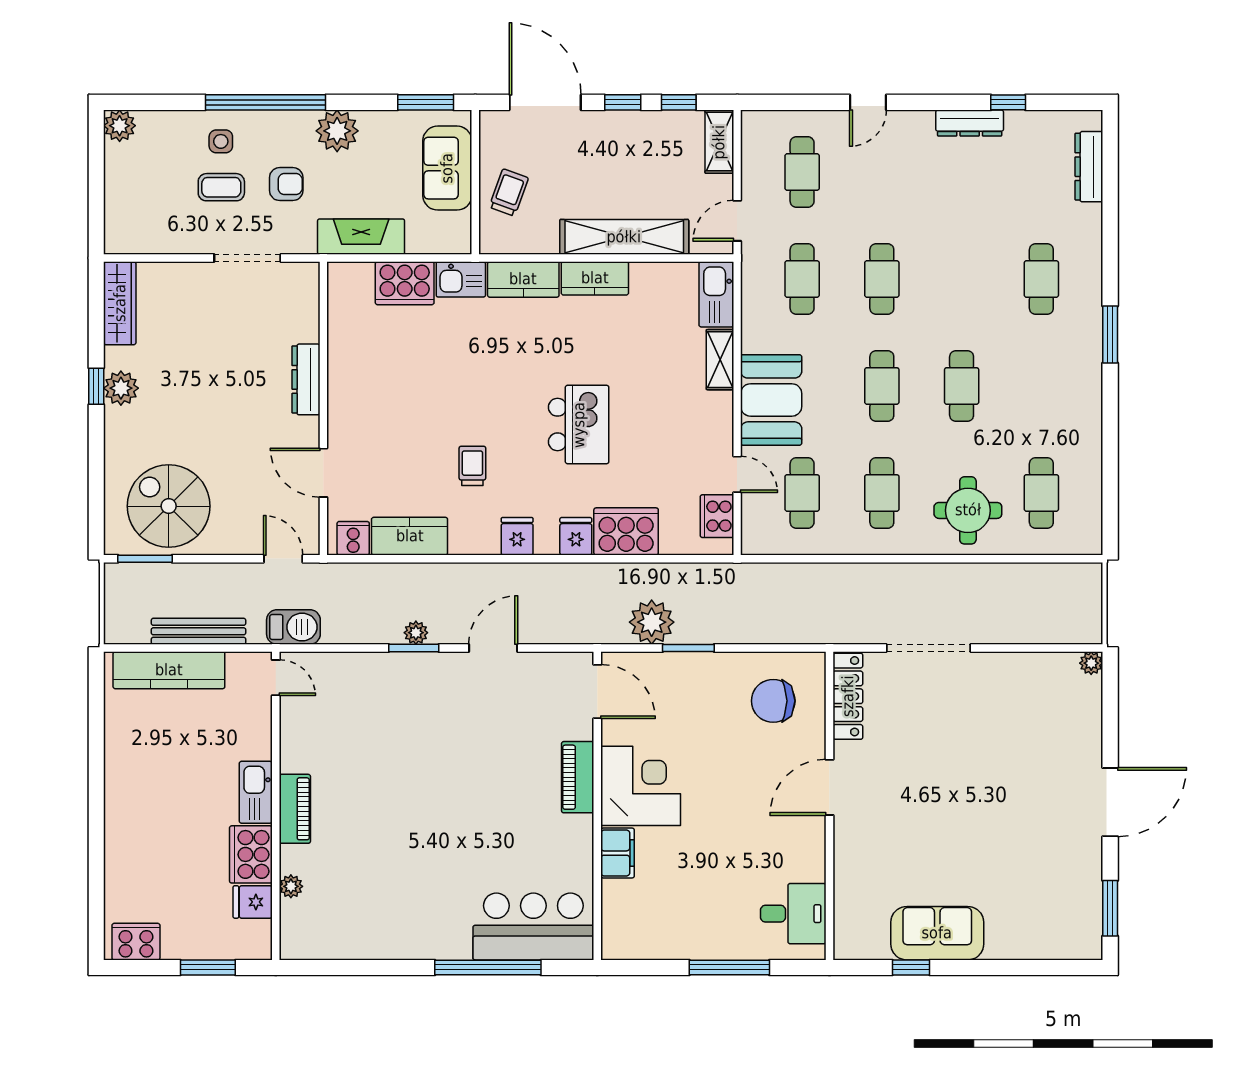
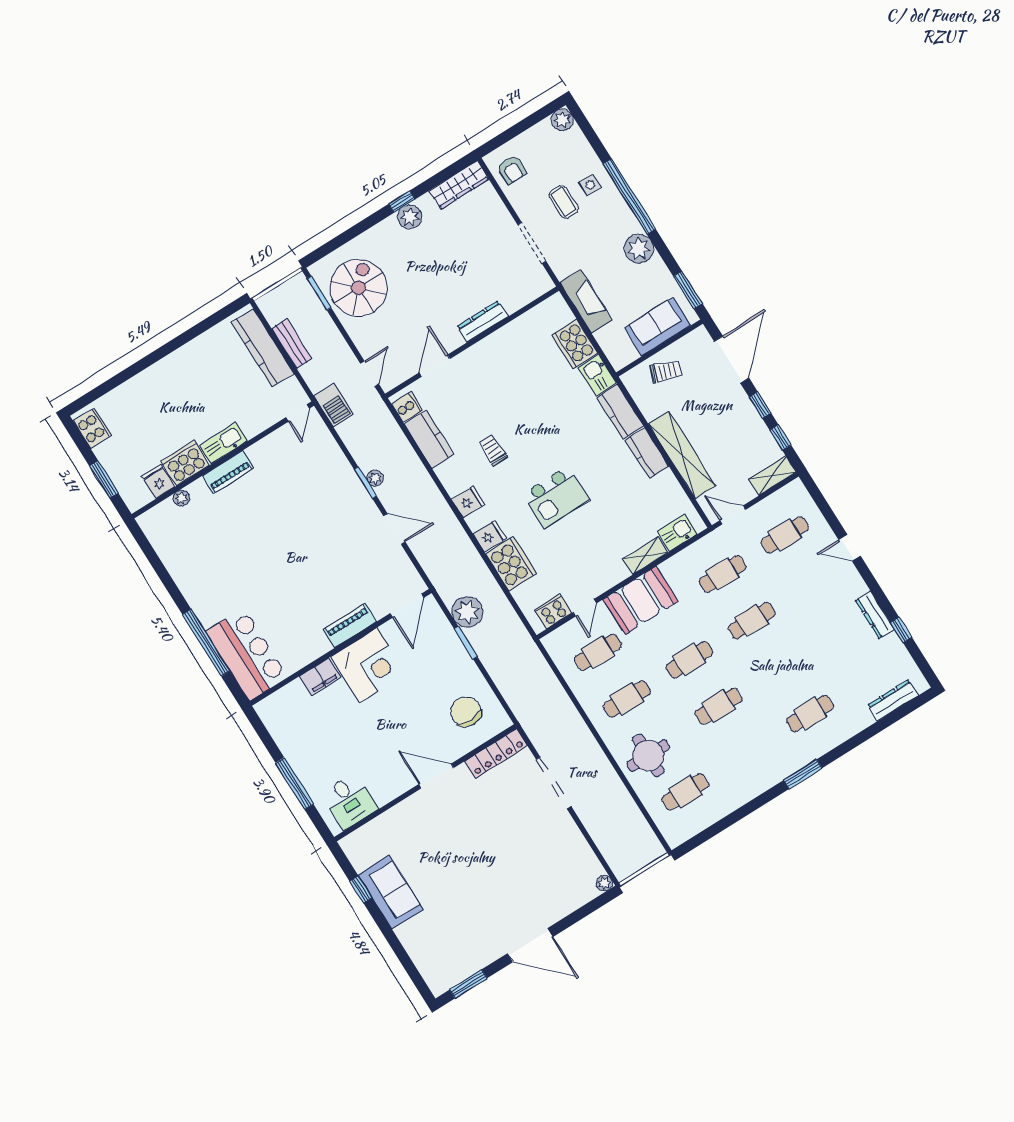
armchair: (286, 184) -> (512, 170), moved
kitchen sink: (716, 294) -> (677, 533), width x0.73
trolley: (472, 466) -> (493, 450), turned -90
bench: (198, 631) -> (292, 344), width x0.73

